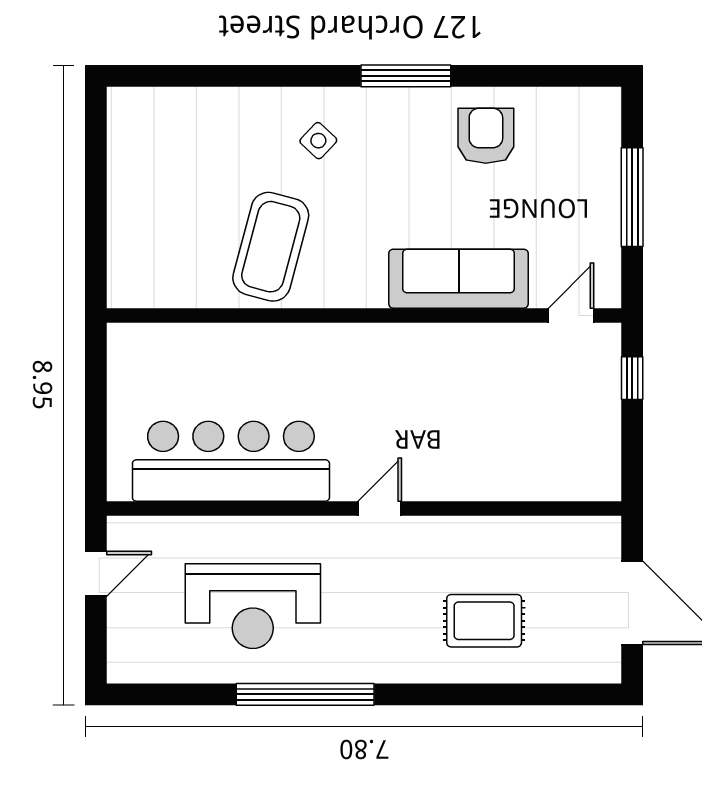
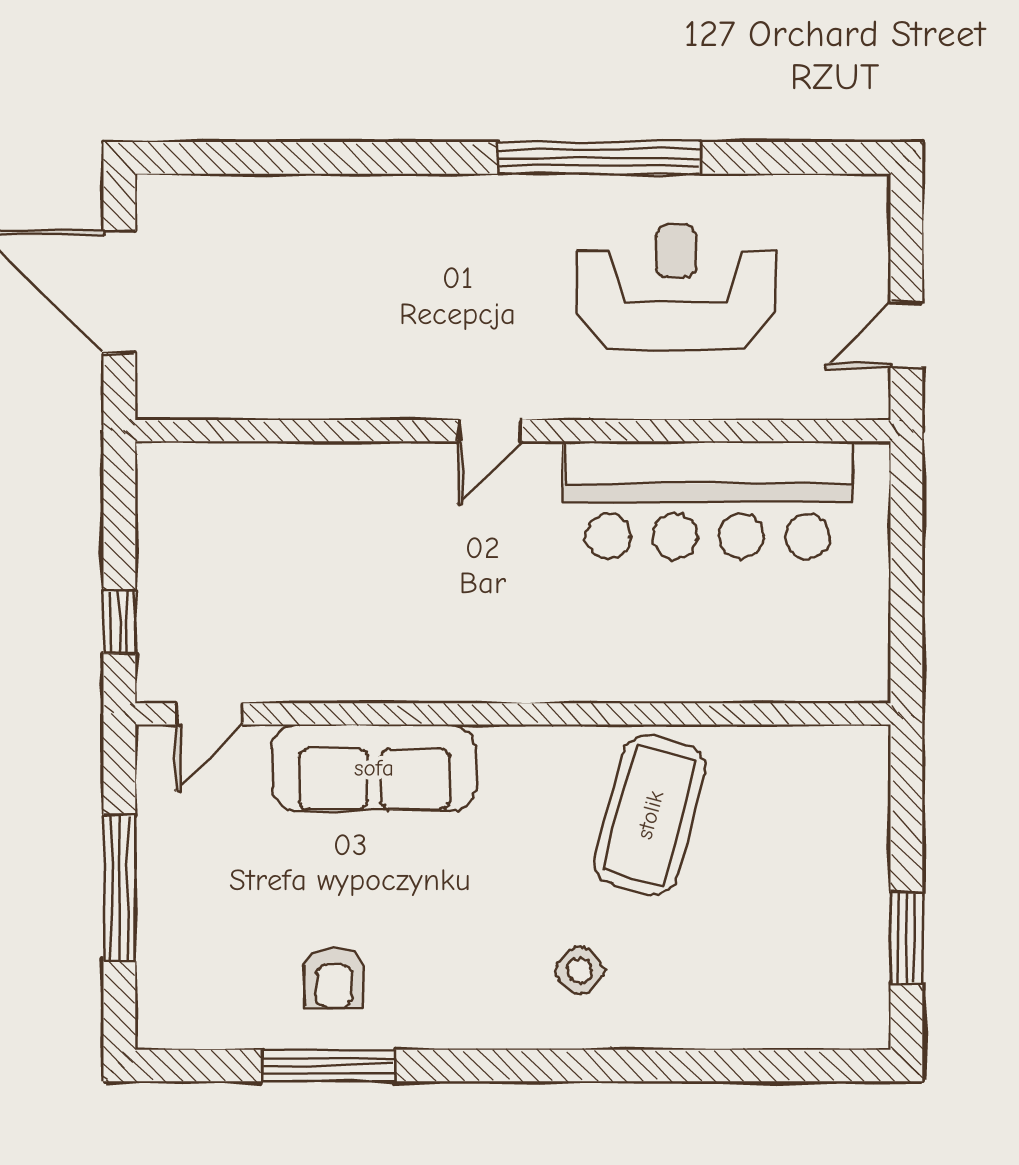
window: (406, 76) -> (328, 1065), moved
armchair: (486, 136) -> (334, 978), width x0.72, depth x0.72
window: (96, 163) -> (906, 938), added
rug: (484, 621) -> (337, 266), removed

